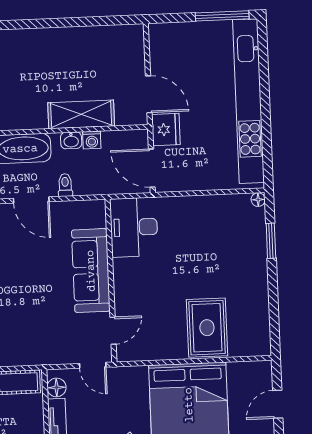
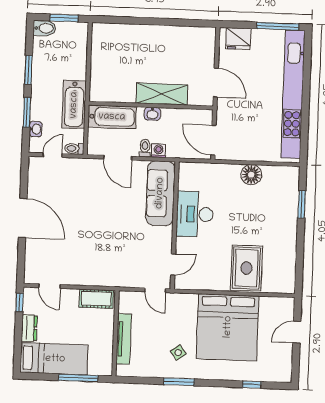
fridge: (166, 129) -> (238, 39), moved, turned 90
washing machine: (92, 140) -> (158, 151), moved, turned 180
floor lamp: (258, 200) -> (251, 175), moved, width x1.89, depth x1.89
desk: (134, 227) -> (195, 214), moved
sofa: (91, 271) -> (160, 193), moved
floor lamp: (57, 387) -> (126, 305), removed

